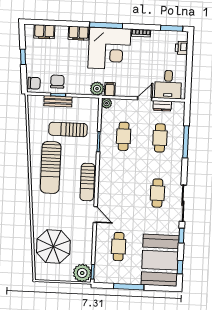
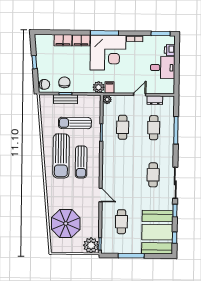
filing cabinet: (44, 32) -> (63, 40), moved
desk: (168, 85) -> (163, 68), moved, turned -90
sun lounger: (87, 182) -> (81, 162), moved

